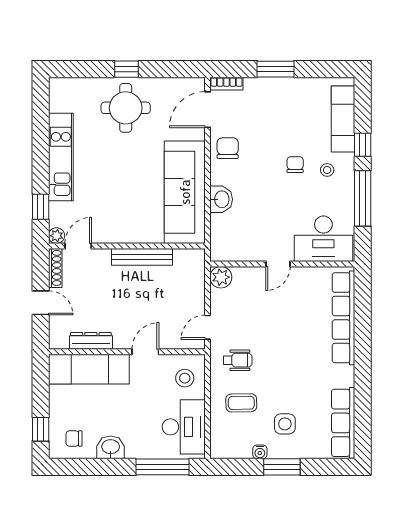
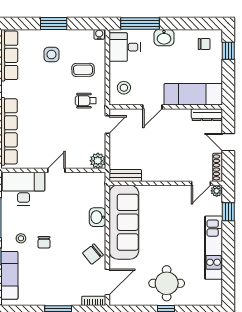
chair: (228, 148) -> (93, 254), turned 51
bench: (142, 257) -> (125, 175), moved, width x0.73
dresser: (91, 341) -> (207, 115), moved
desk: (184, 427) -> (125, 47), width x0.73
washbasin: (111, 447) -> (164, 38), moved
water cooler: (260, 452) -> (99, 34), moved

